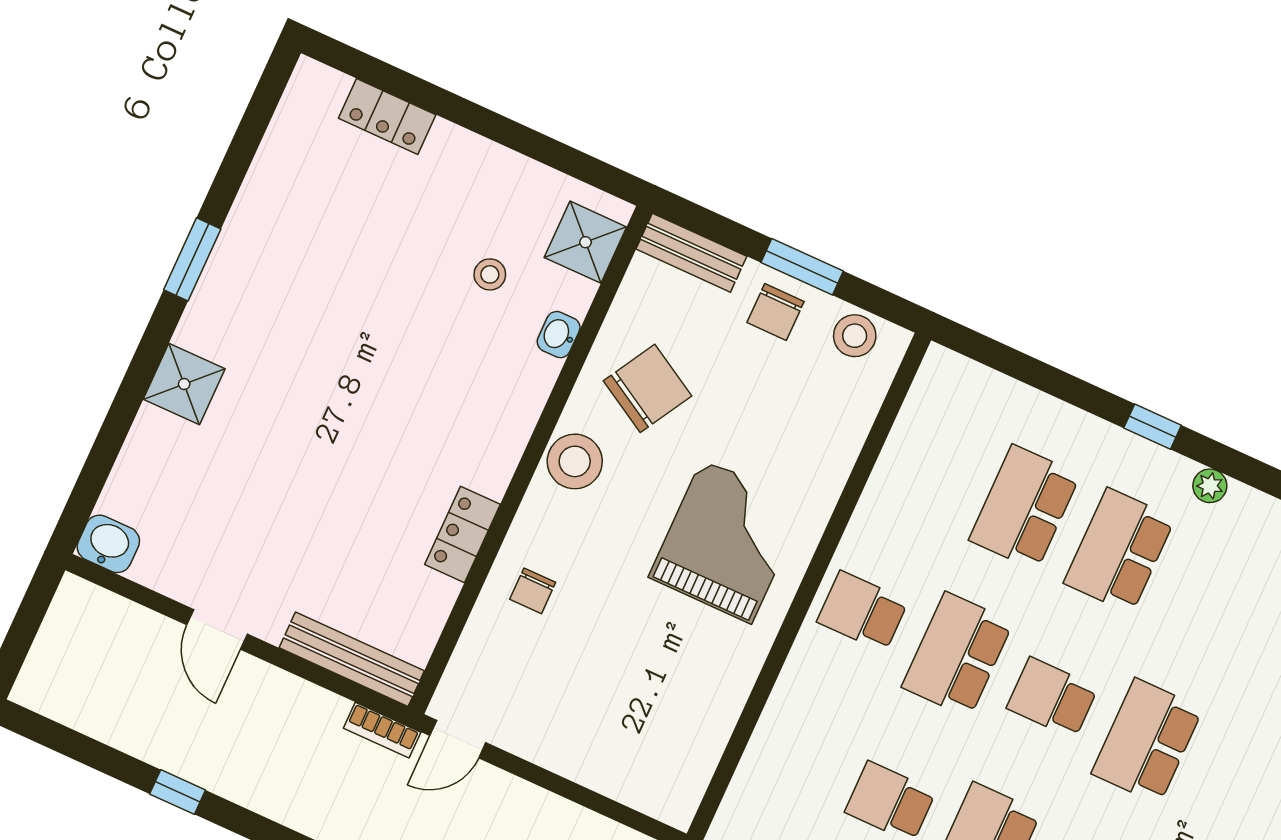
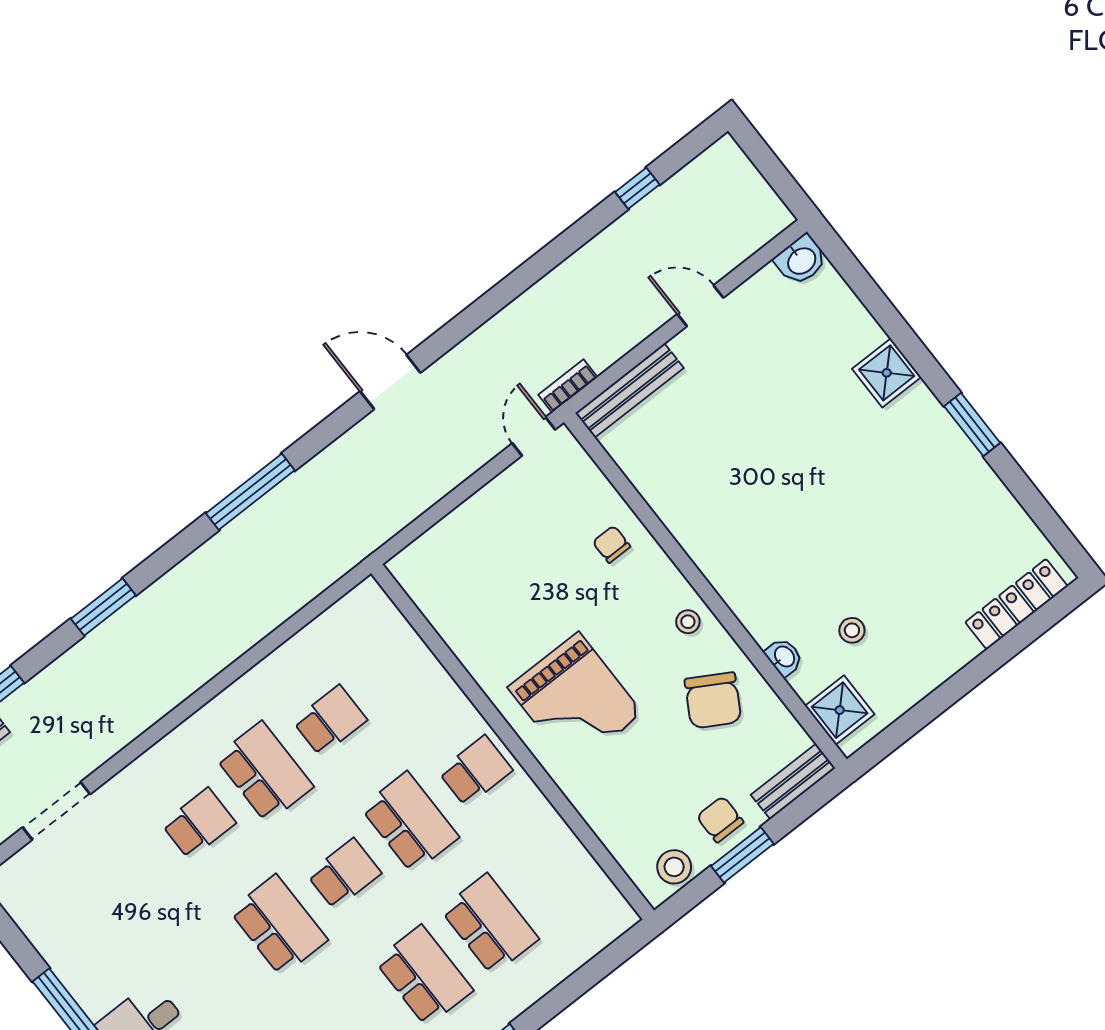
locker: (387, 116) -> (1016, 604), width x1.53
stool: (575, 461) -> (688, 622), width x0.53, depth x0.53
locker: (462, 534) -> (677, 515), removed
window: (178, 792) -> (637, 188), moved

